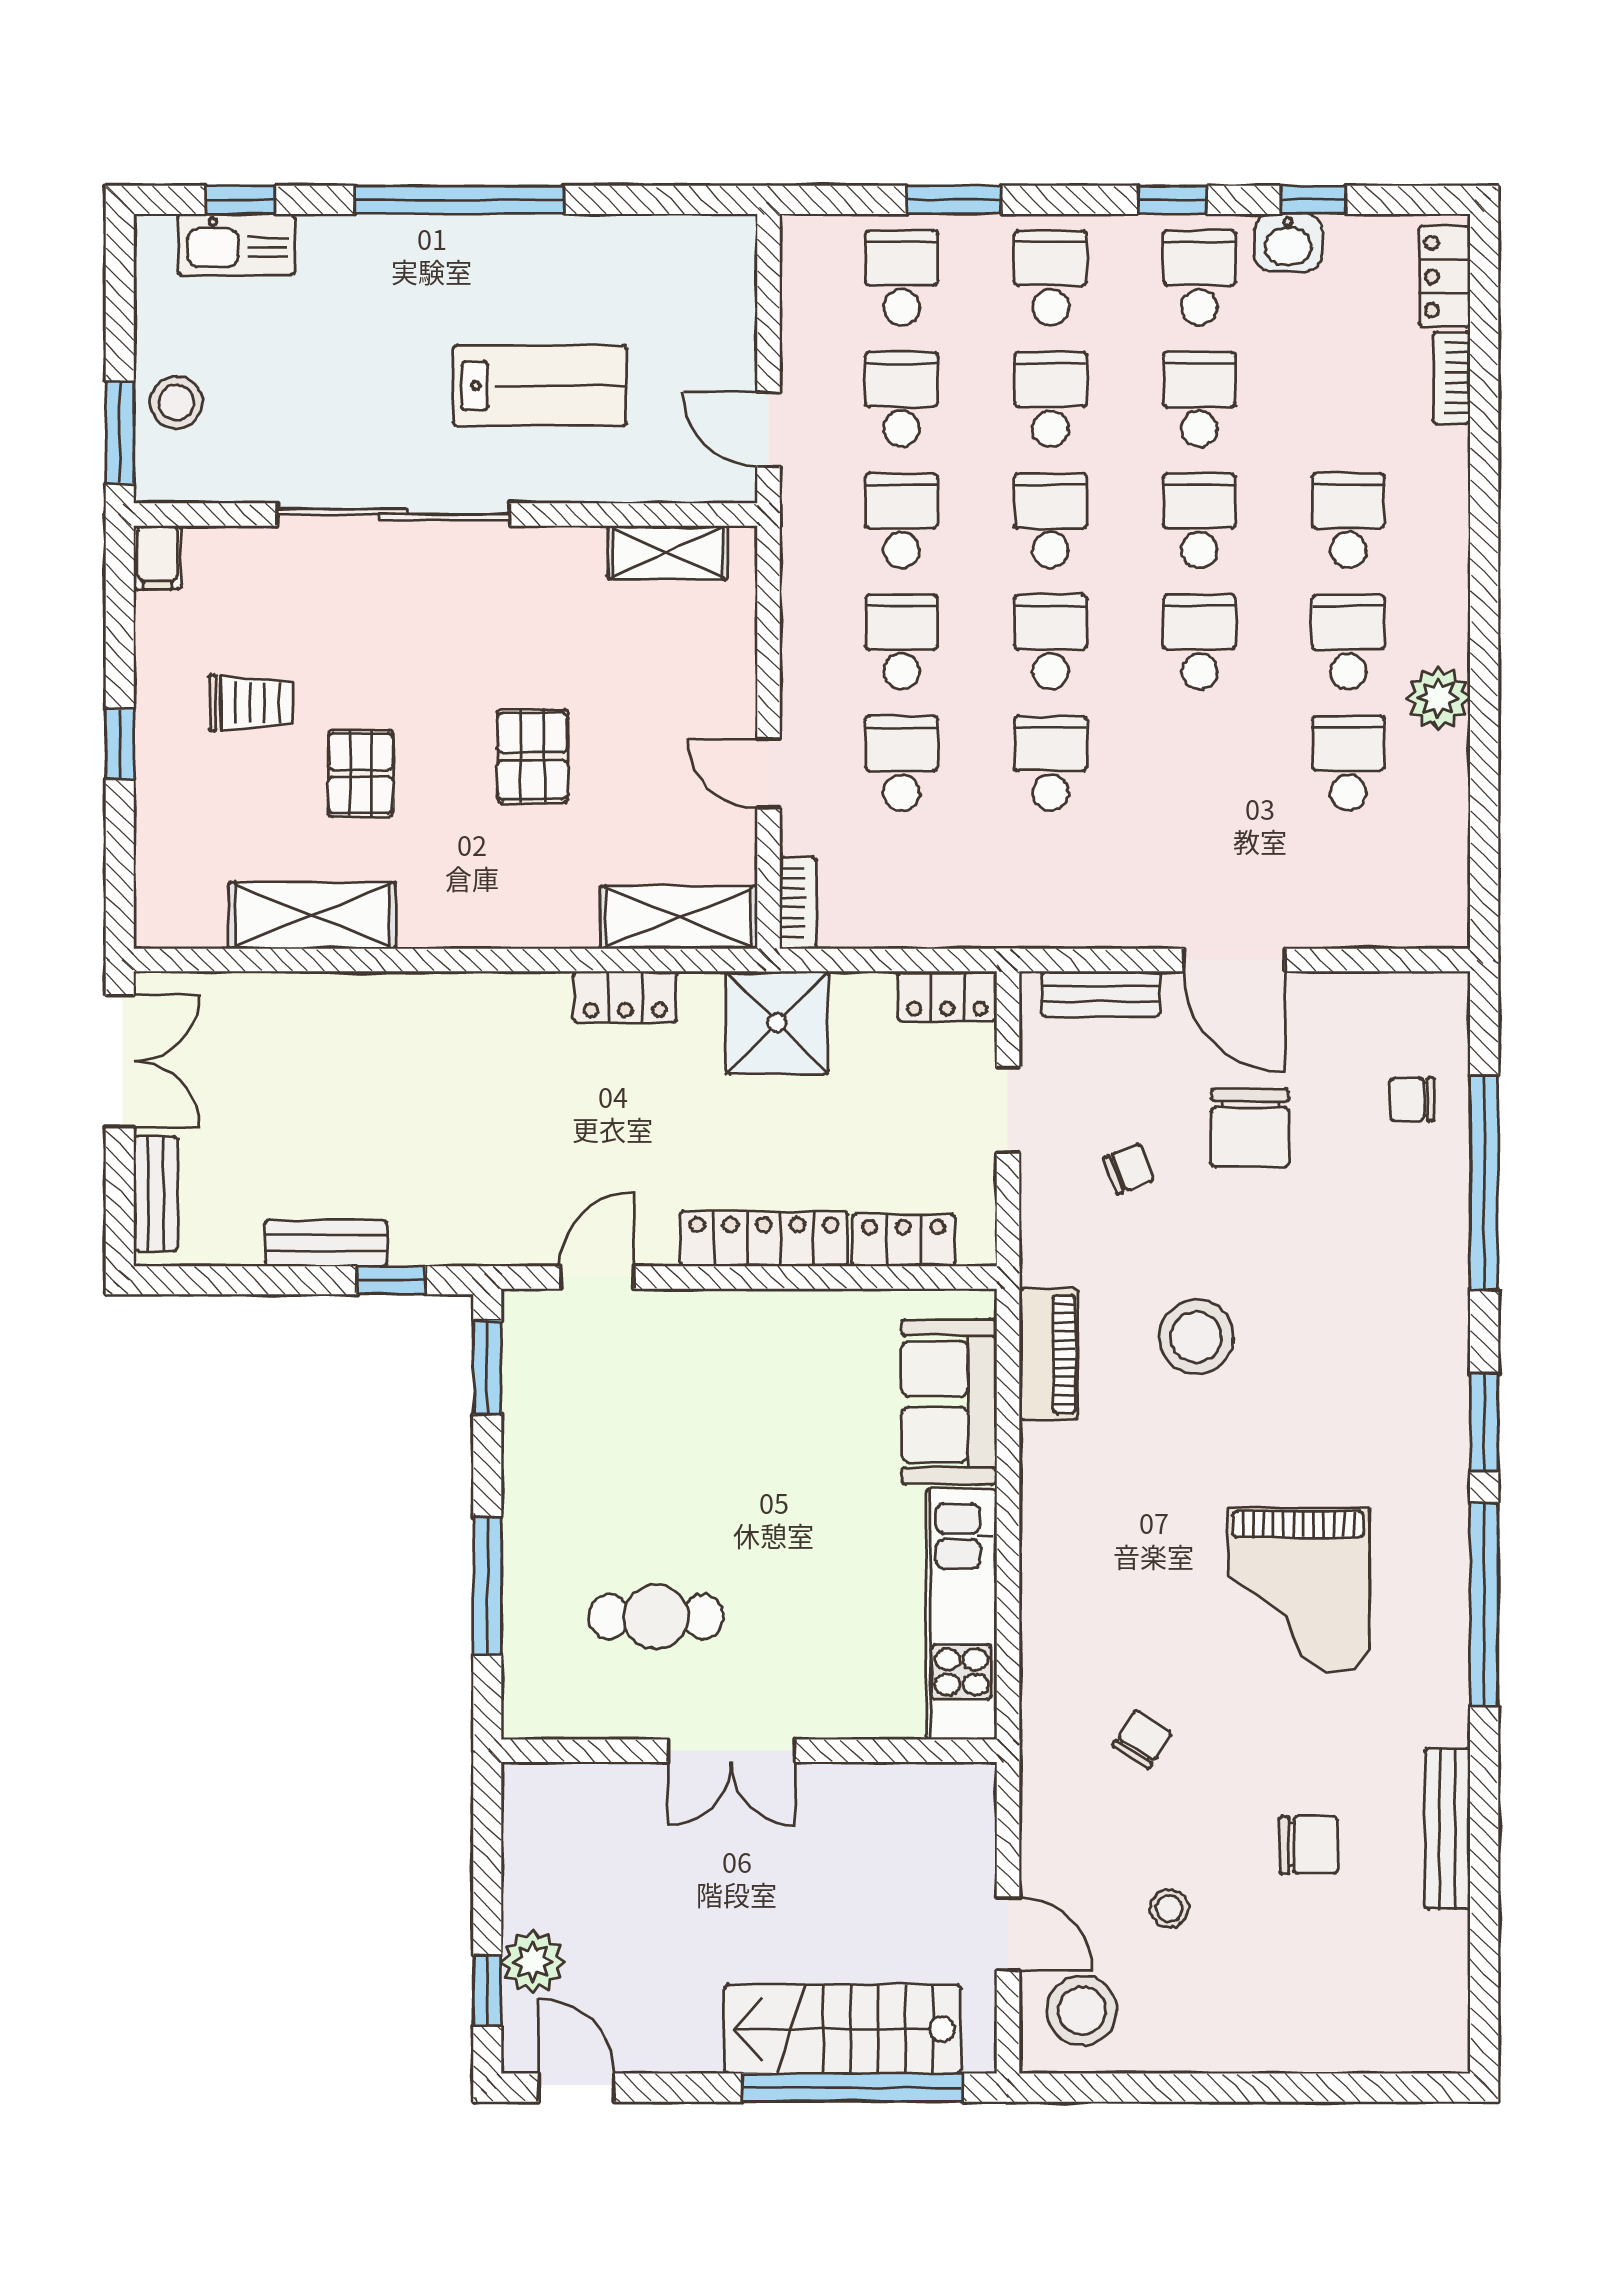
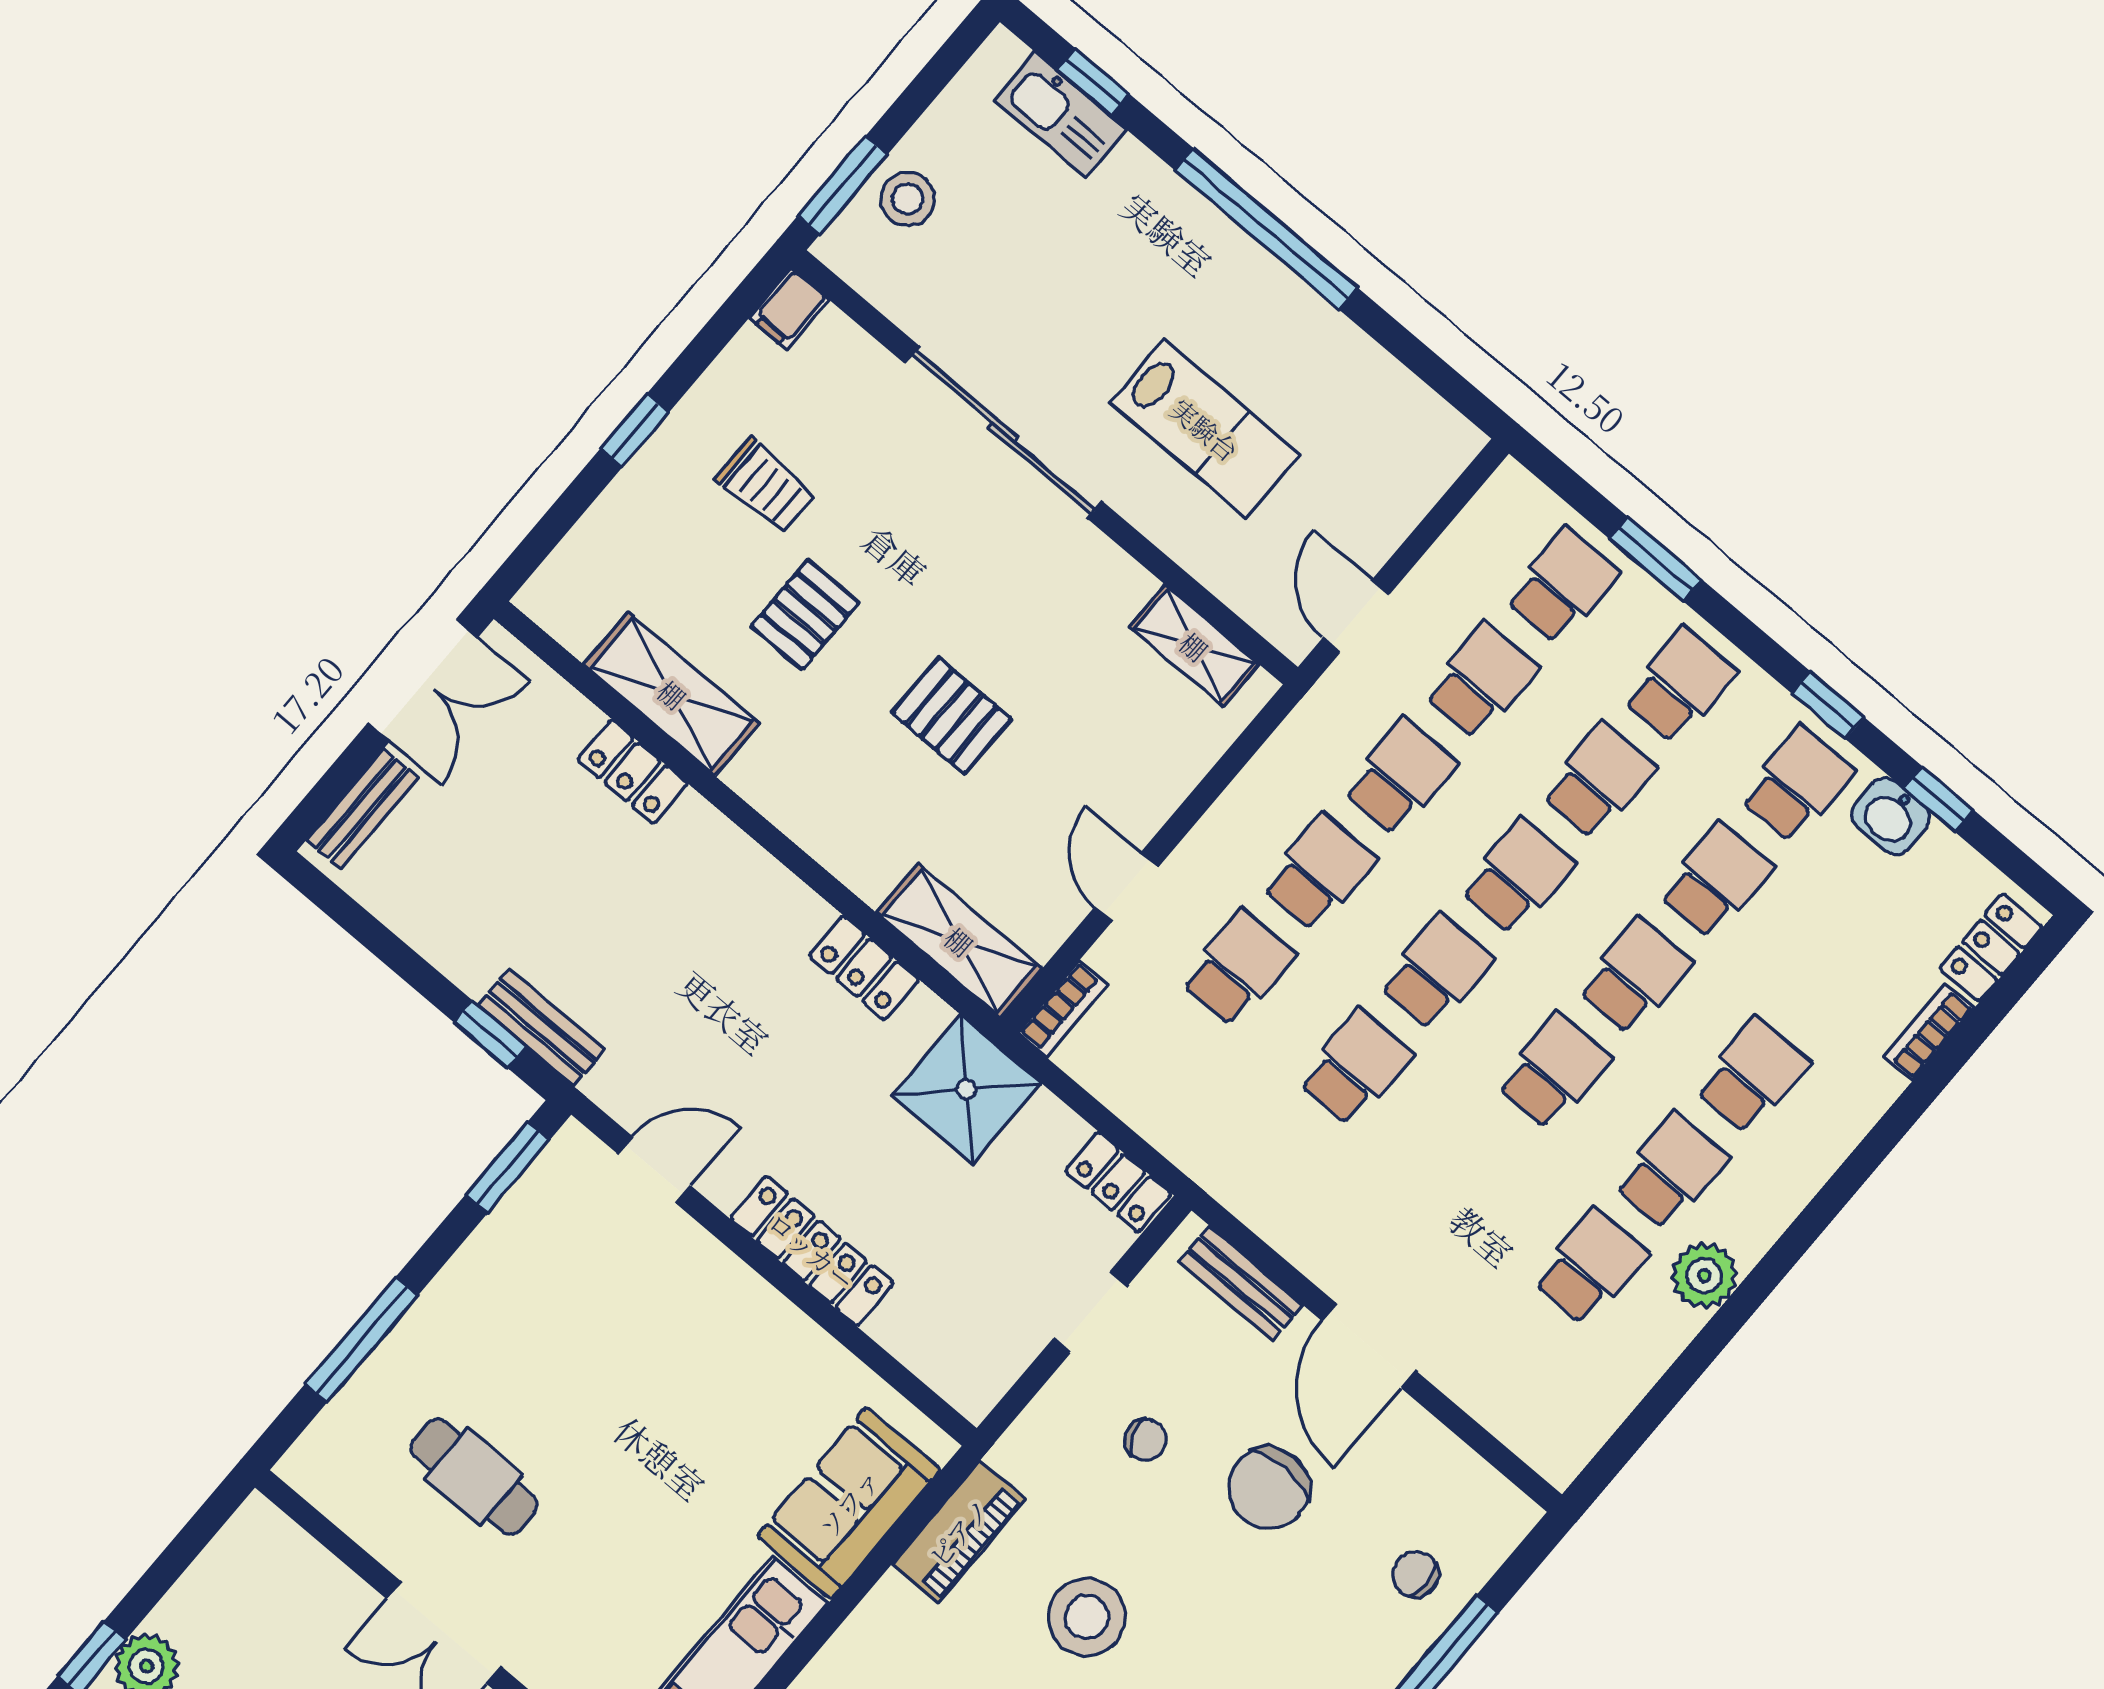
pallet: (532, 756) -> (952, 716), turned 90
locker: (904, 1240) -> (633, 772), moved, turned 180
bench: (326, 1243) -> (541, 1027), moved

